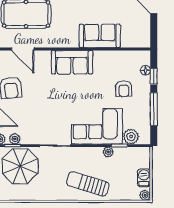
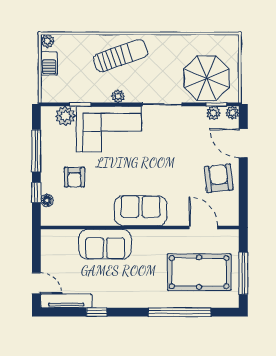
armchair: (124, 89) -> (74, 177), turned 180
plant: (108, 152) -> (118, 96), moved
sun lounger: (88, 184) -> (120, 56), turned -36

